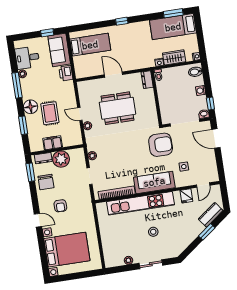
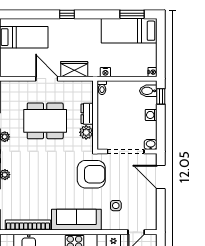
wardrobe: (174, 57) -> (74, 69), moved
dresser: (147, 80) -> (87, 114), moved
window: (210, 103) -> (161, 96), moved
plant: (151, 112) -> (86, 132), added

